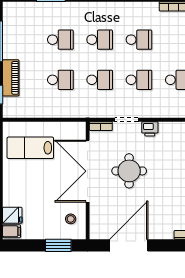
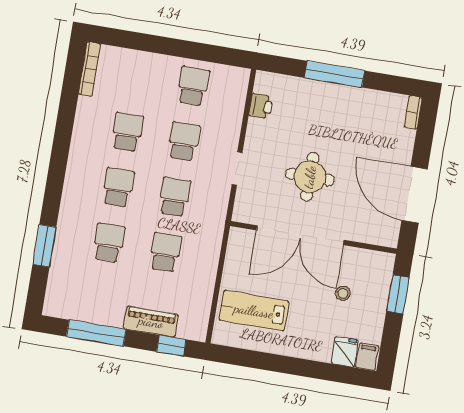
bookcase: (101, 126) -> (240, 206), removed
printer: (150, 129) -> (261, 106), moved
lab bench: (30, 148) -> (254, 311), turned 90
stool: (71, 219) -> (343, 293), moved

